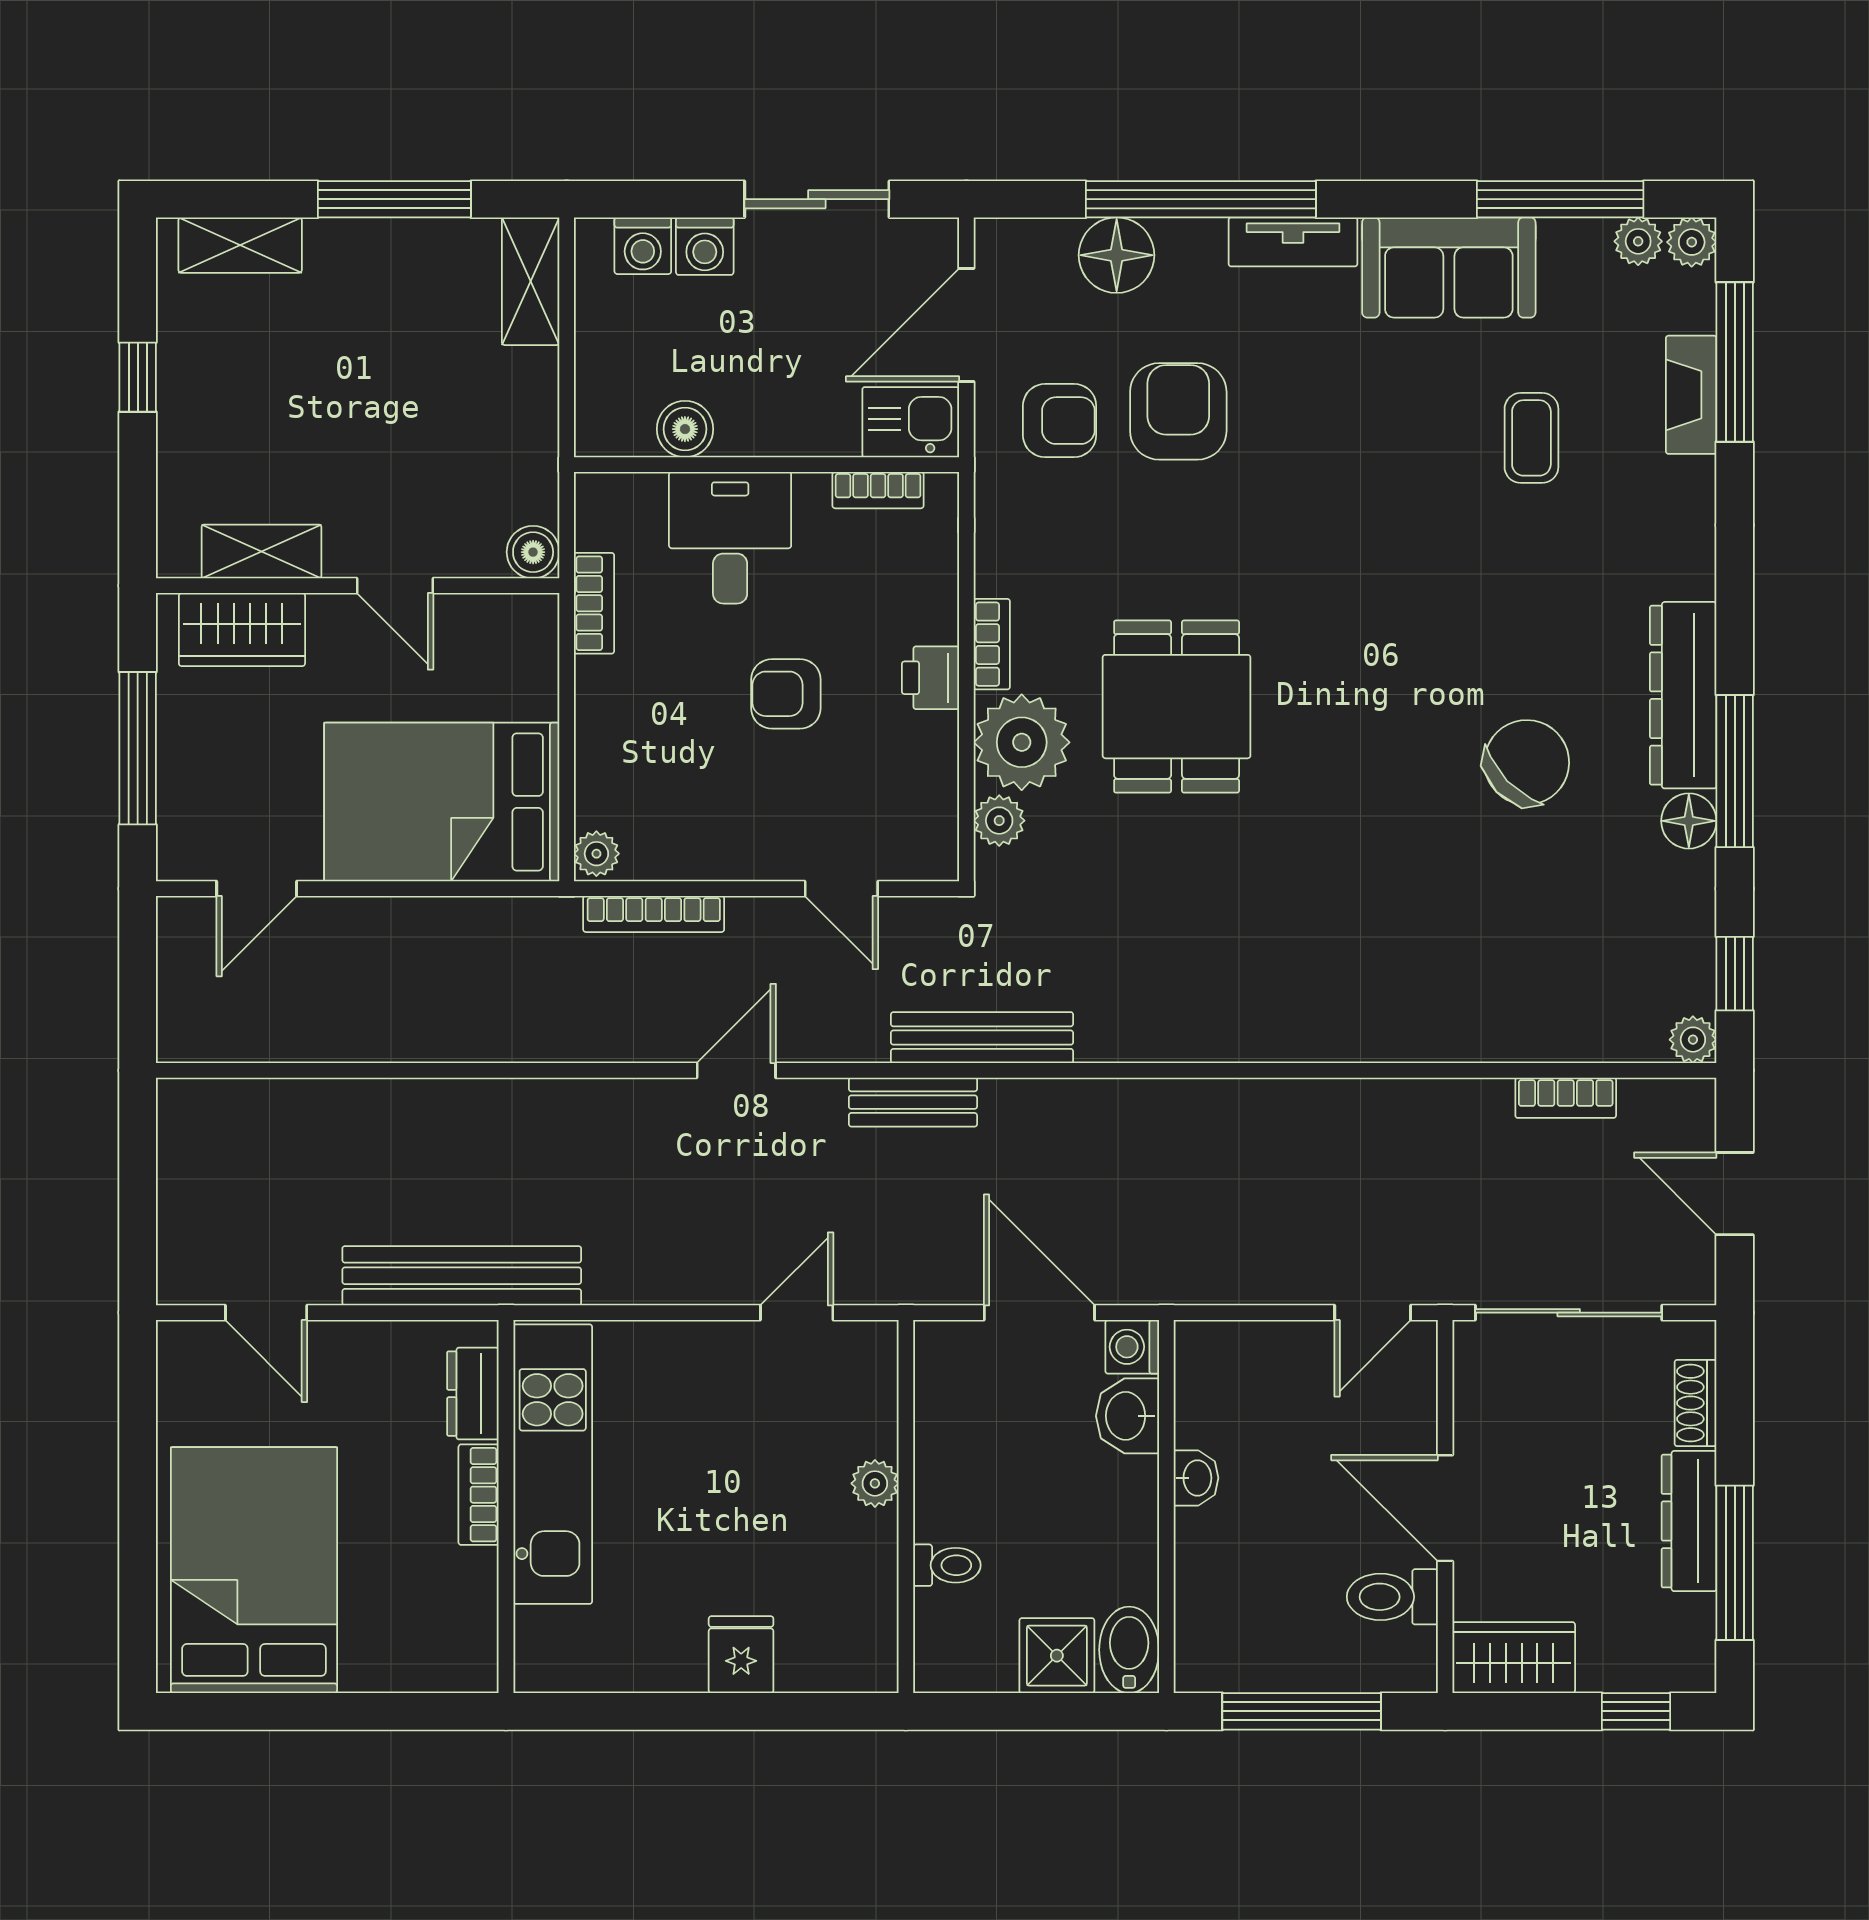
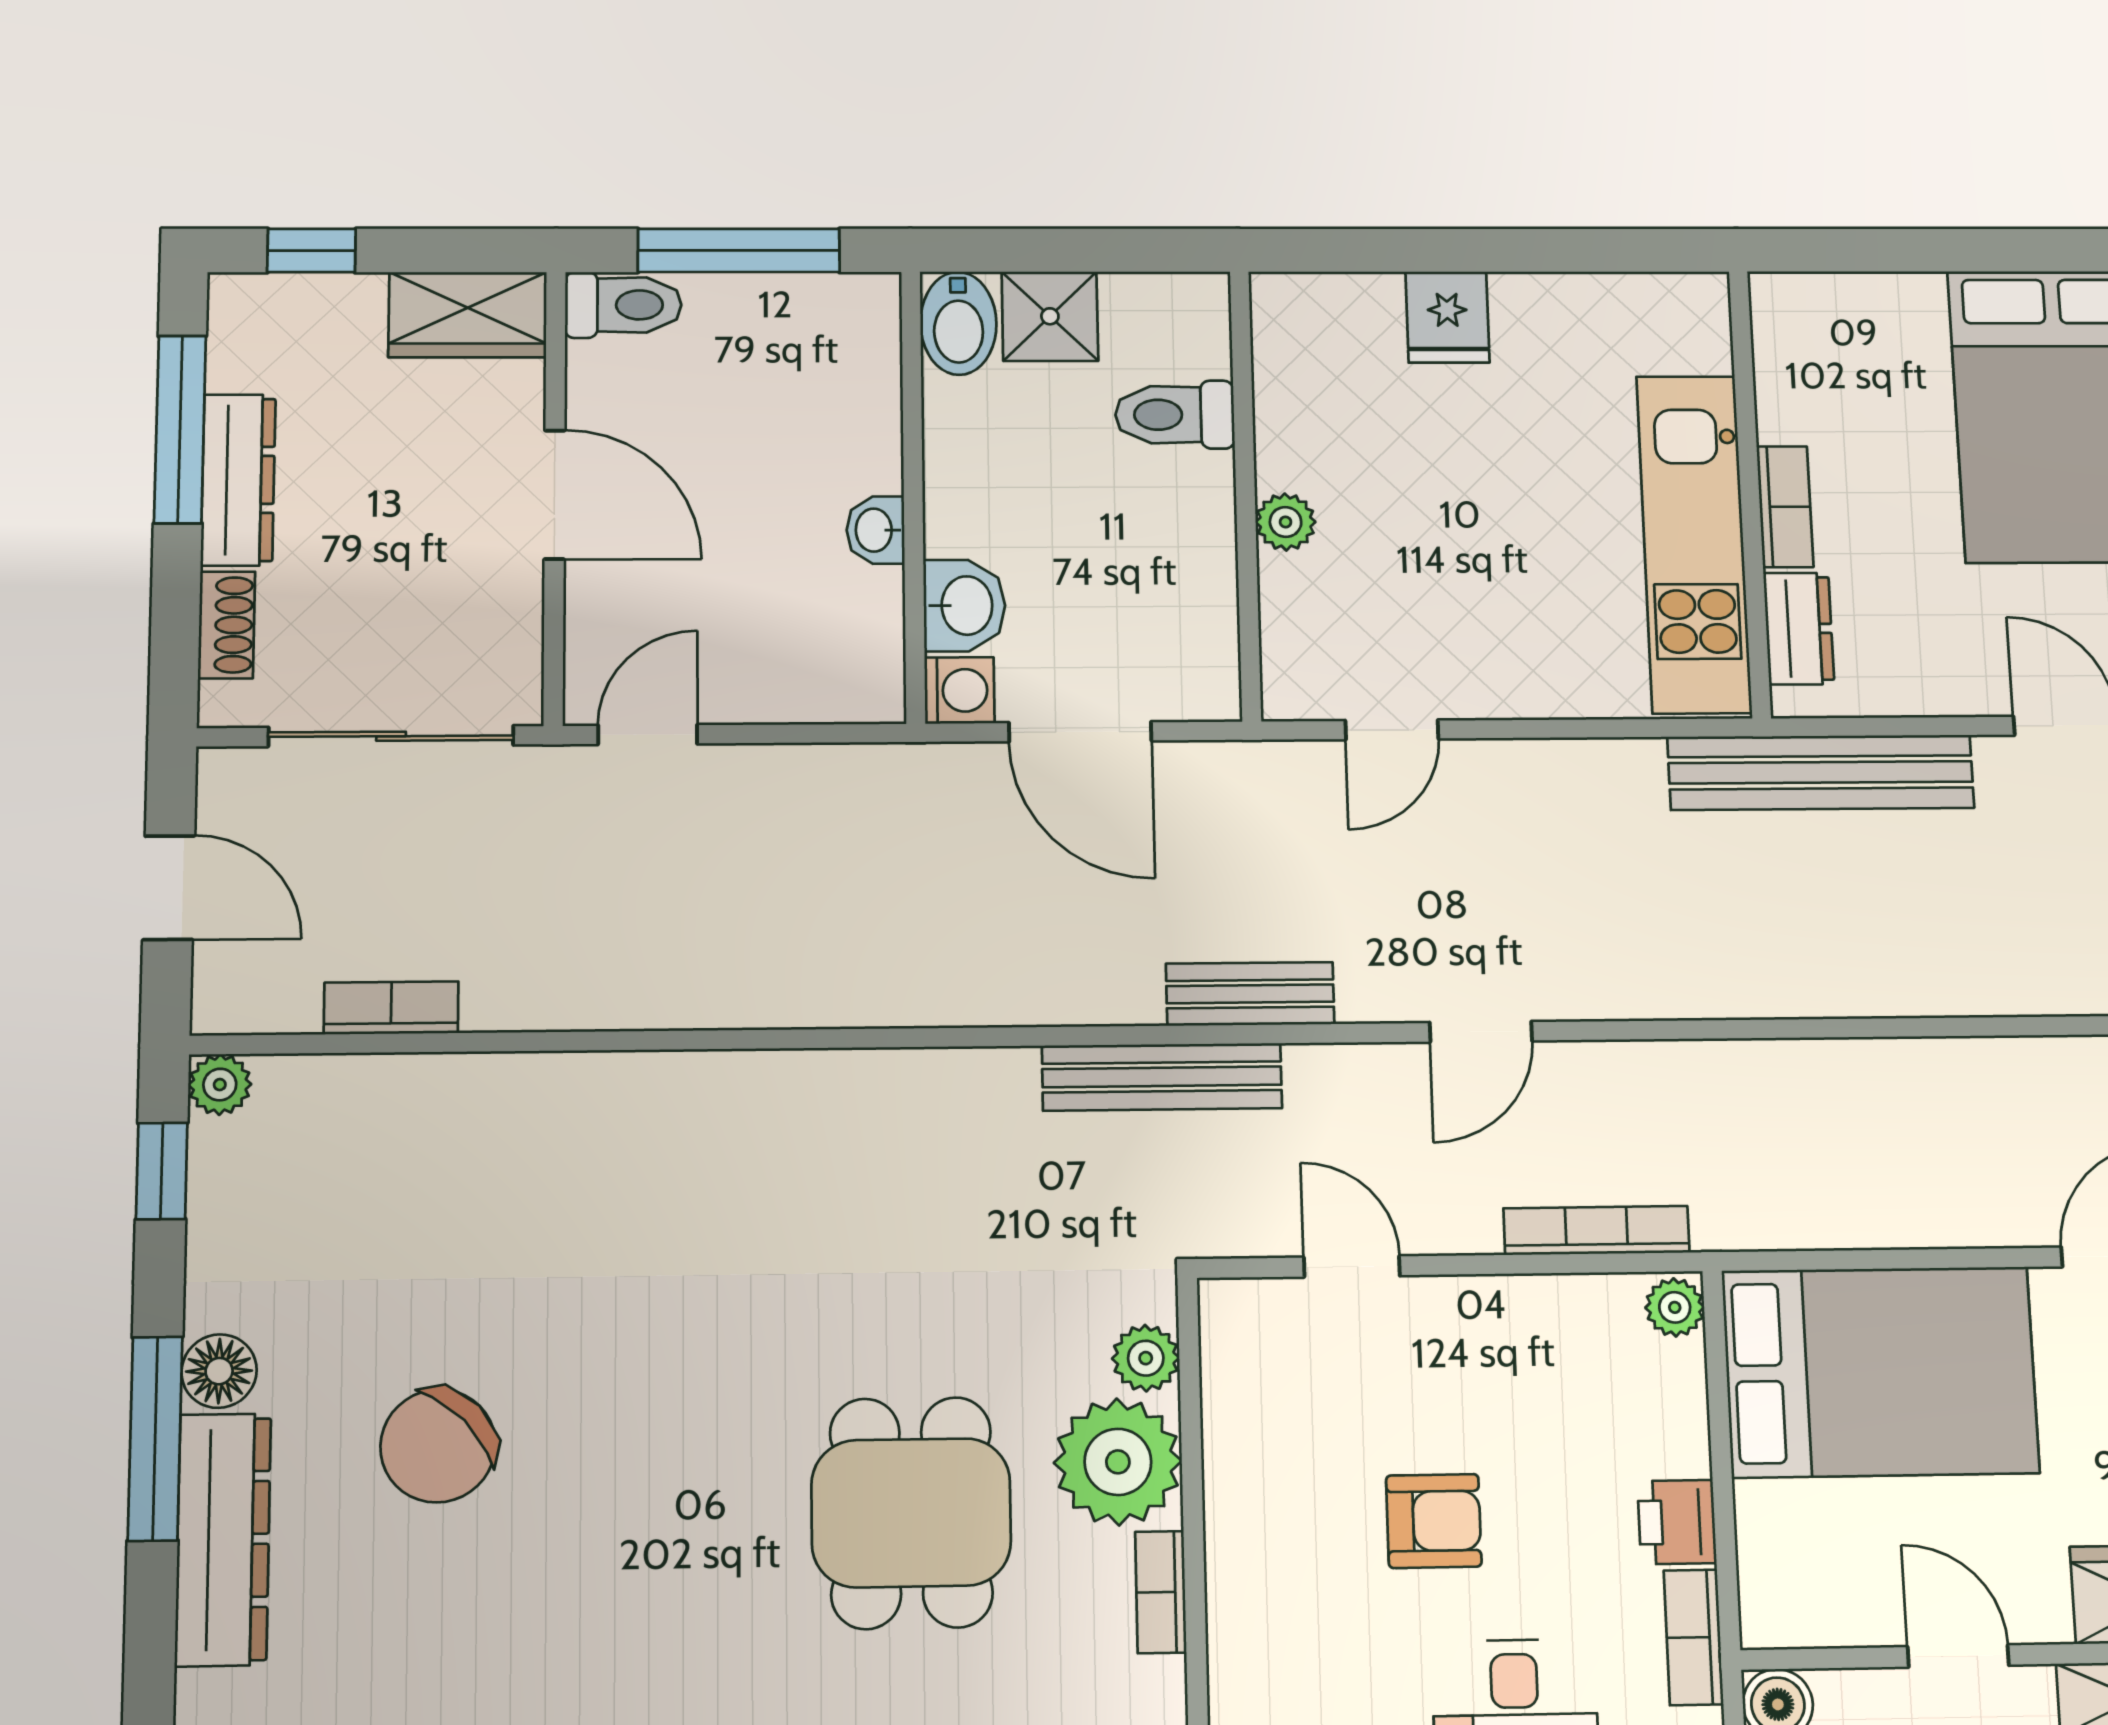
printer: (931, 678) -> (1677, 1522), moved, turned 180
toilet: (947, 1565) -> (1175, 415), width x1.37, depth x1.39
toilet: (1392, 1597) -> (623, 305), moved

